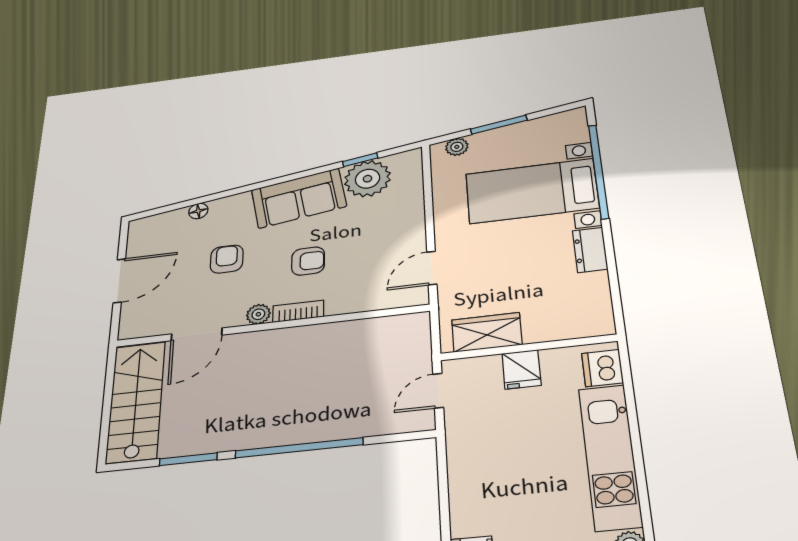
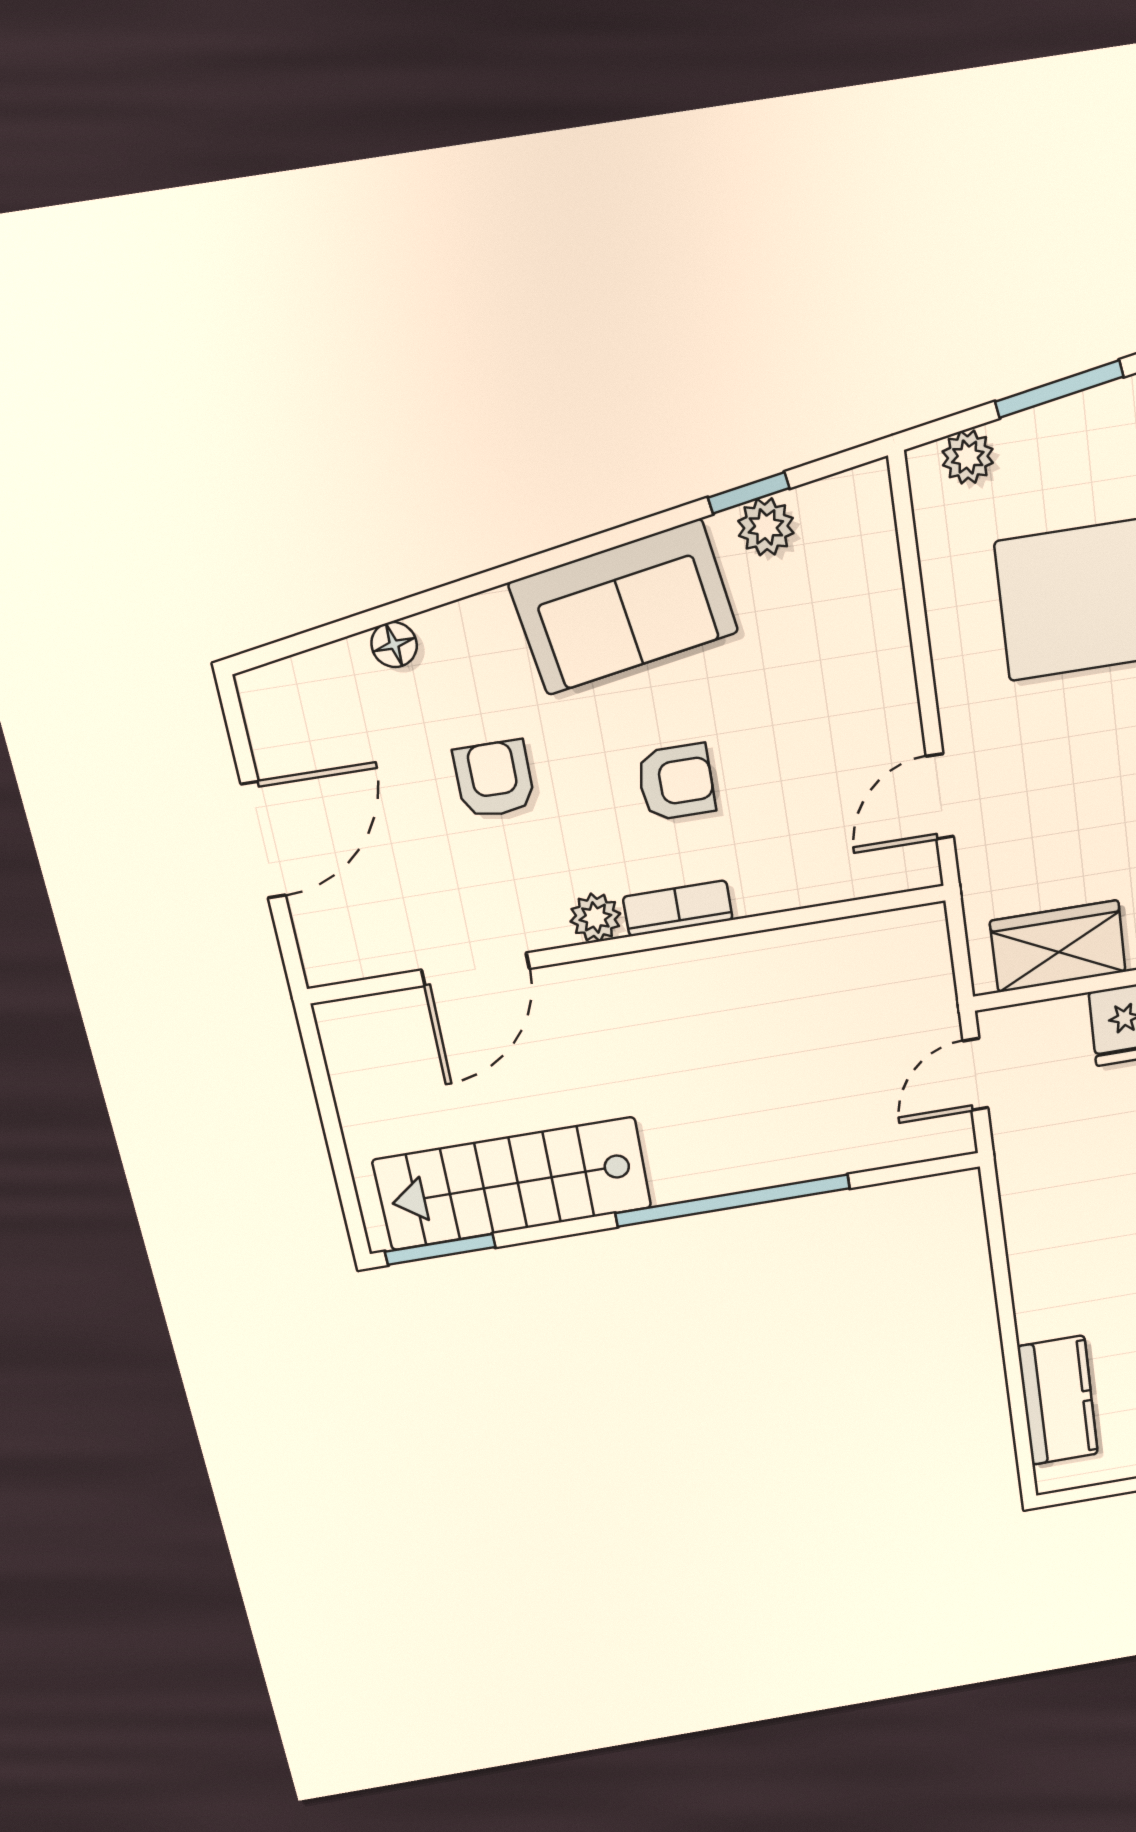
plant: (367, 179) -> (766, 527), width x0.53, depth x0.53
stairs: (136, 402) -> (513, 1184), moved, turned -90
window: (188, 459) -> (440, 1249), moved

